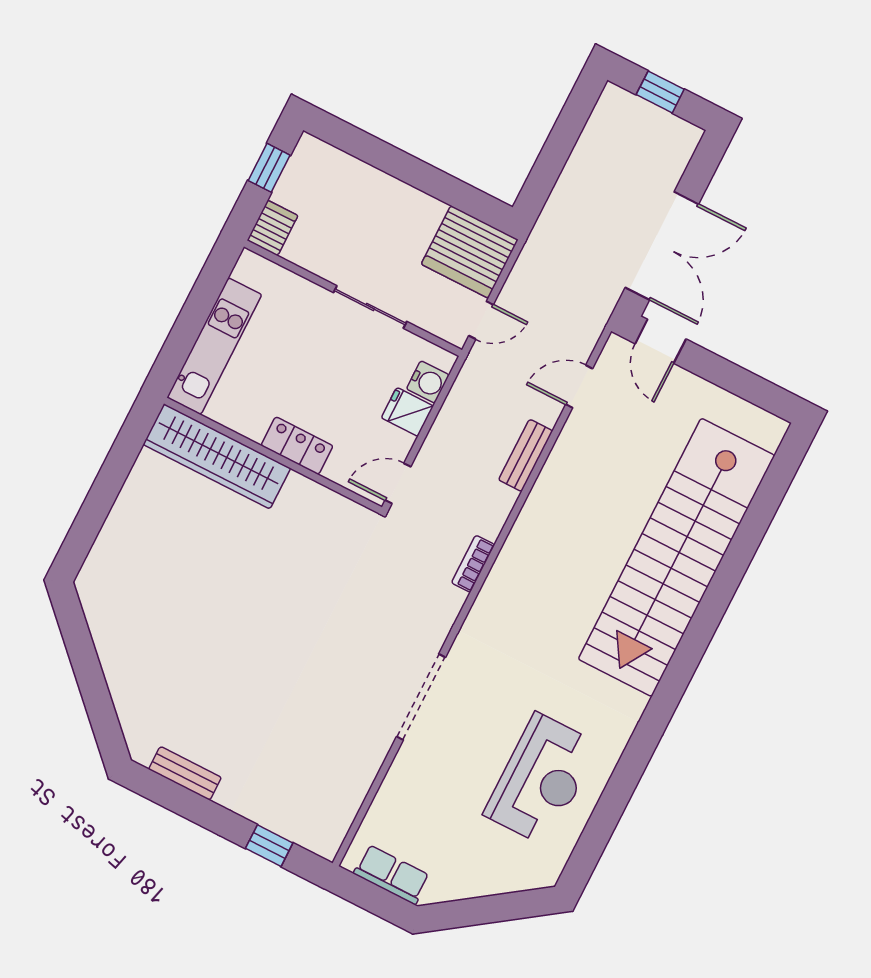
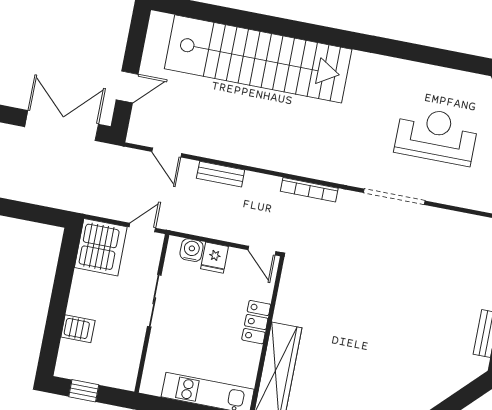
server rack: (272, 228) -> (78, 329), moved, turned 180
door: (481, 320) -> (142, 227), hinge flipped
door: (661, 341) -> (127, 87), moved
bookcase: (473, 564) -> (309, 190), width x1.56
reception desk: (541, 779) -> (436, 136), moved

